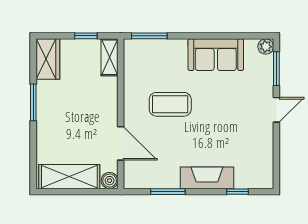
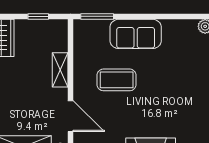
sofa: (216, 55) -> (136, 34), moved
shelving: (109, 57) -> (60, 70), moved

